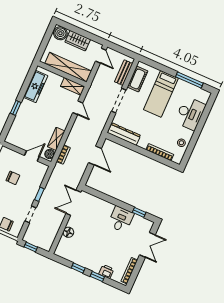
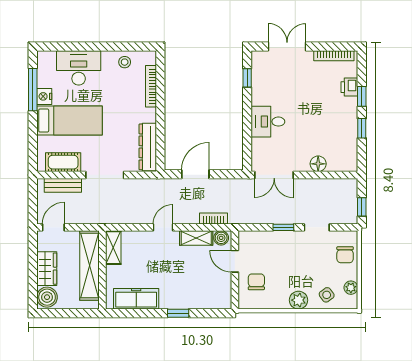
nightstand: (182, 85) -> (44, 96), added
door: (78, 108) -> (163, 227), moved
chair: (13, 178) -> (256, 282), moved
desk: (121, 219) -> (268, 122), moved

